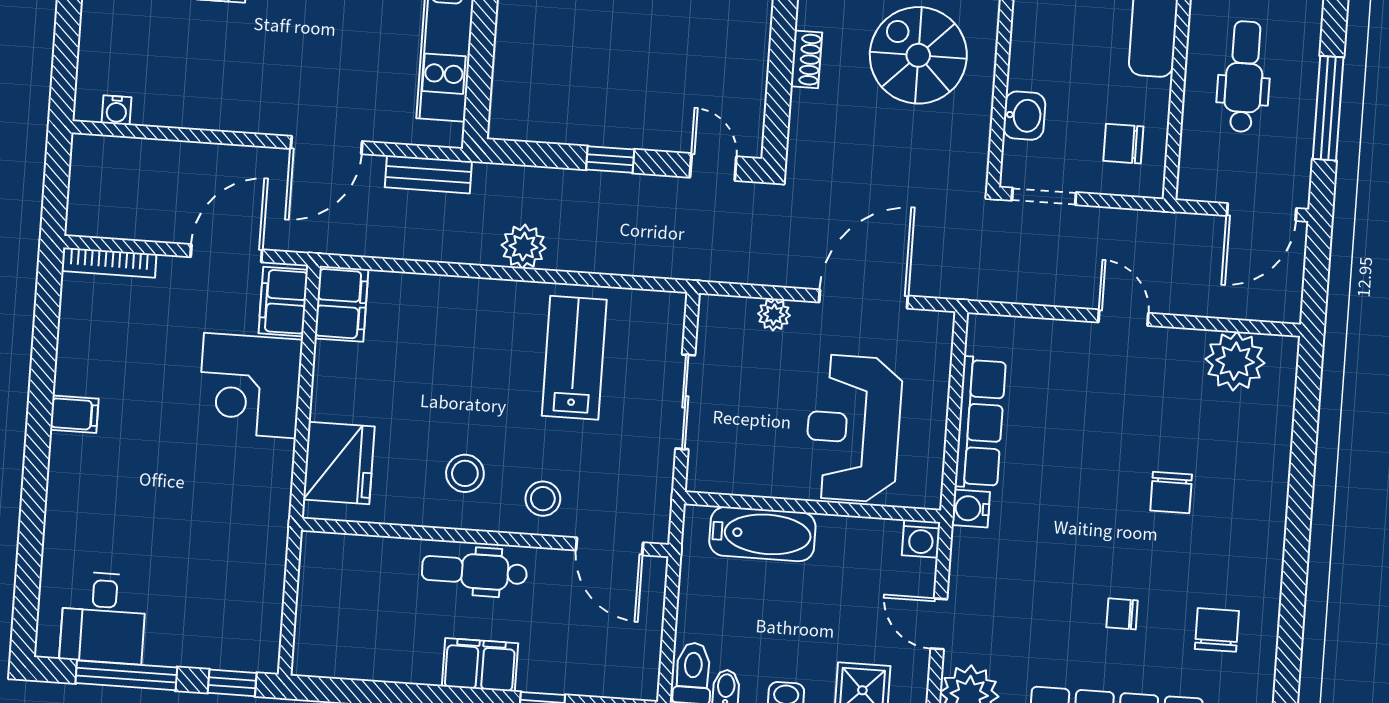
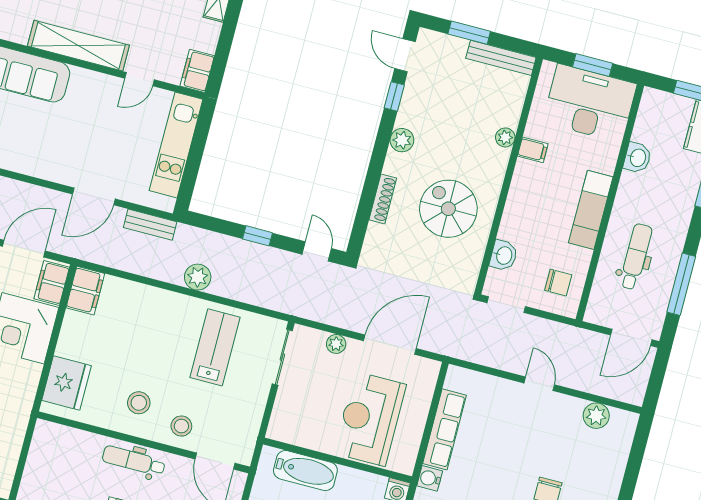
shoe rack: (806, 59) -> (383, 199), width x1.43
chair: (1123, 144) -> (558, 283), turned 180
plant: (1235, 361) -> (596, 416), width x0.73, depth x0.73
sliding door: (685, 402) -> (282, 357), moved

